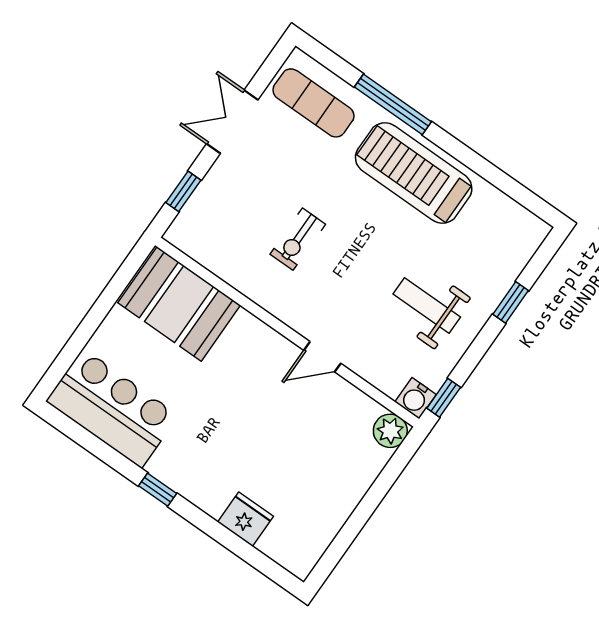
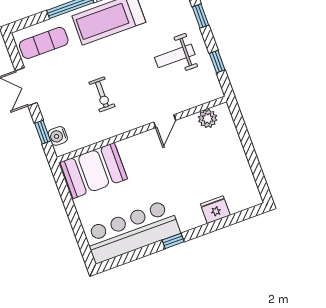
water cooler: (415, 398) -> (58, 136), moved, turned 90
window: (444, 398) -> (217, 62), moved
bar counter: (112, 408) -> (132, 231), width x1.36
plant: (390, 431) -> (208, 119), moved

